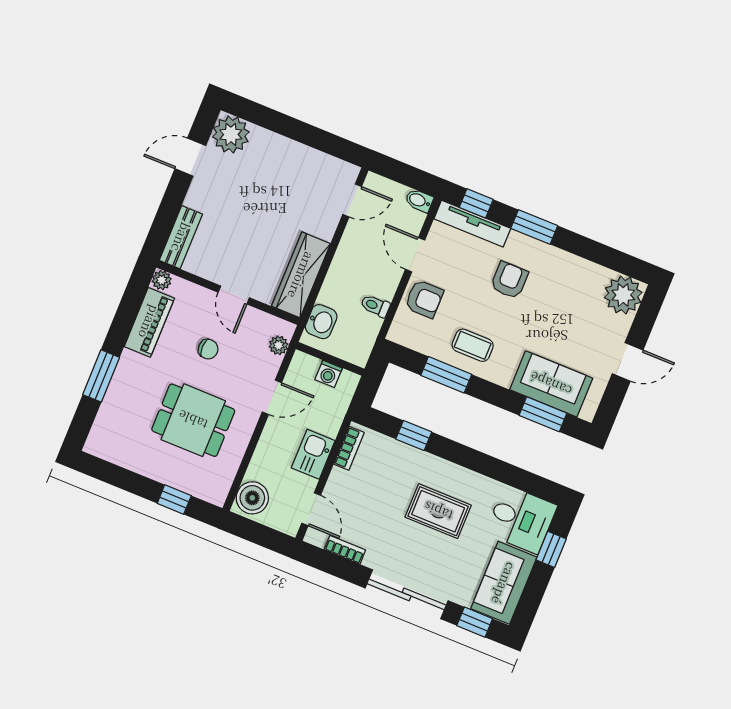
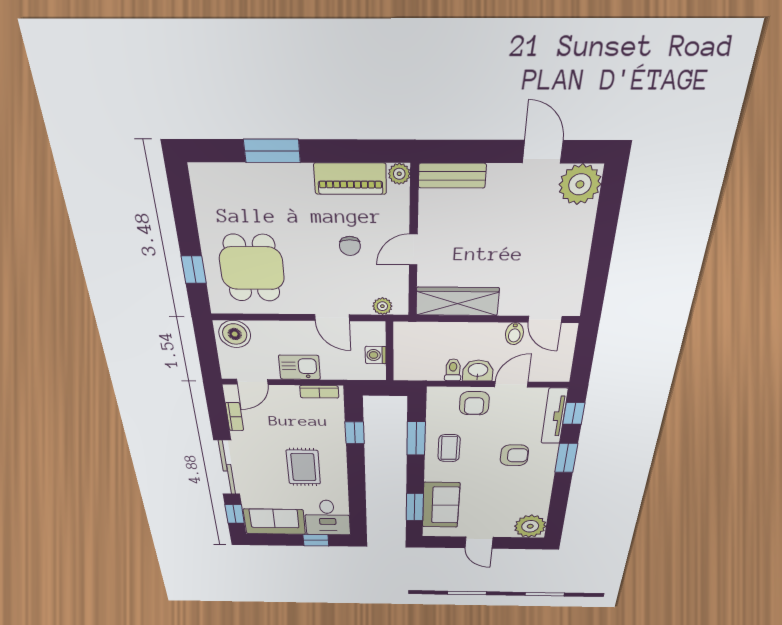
bidet: (419, 200) -> (514, 334), moved, turned 180
washbasin: (321, 322) -> (478, 371), moved, turned 180
dining table: (193, 420) -> (252, 268), moved

